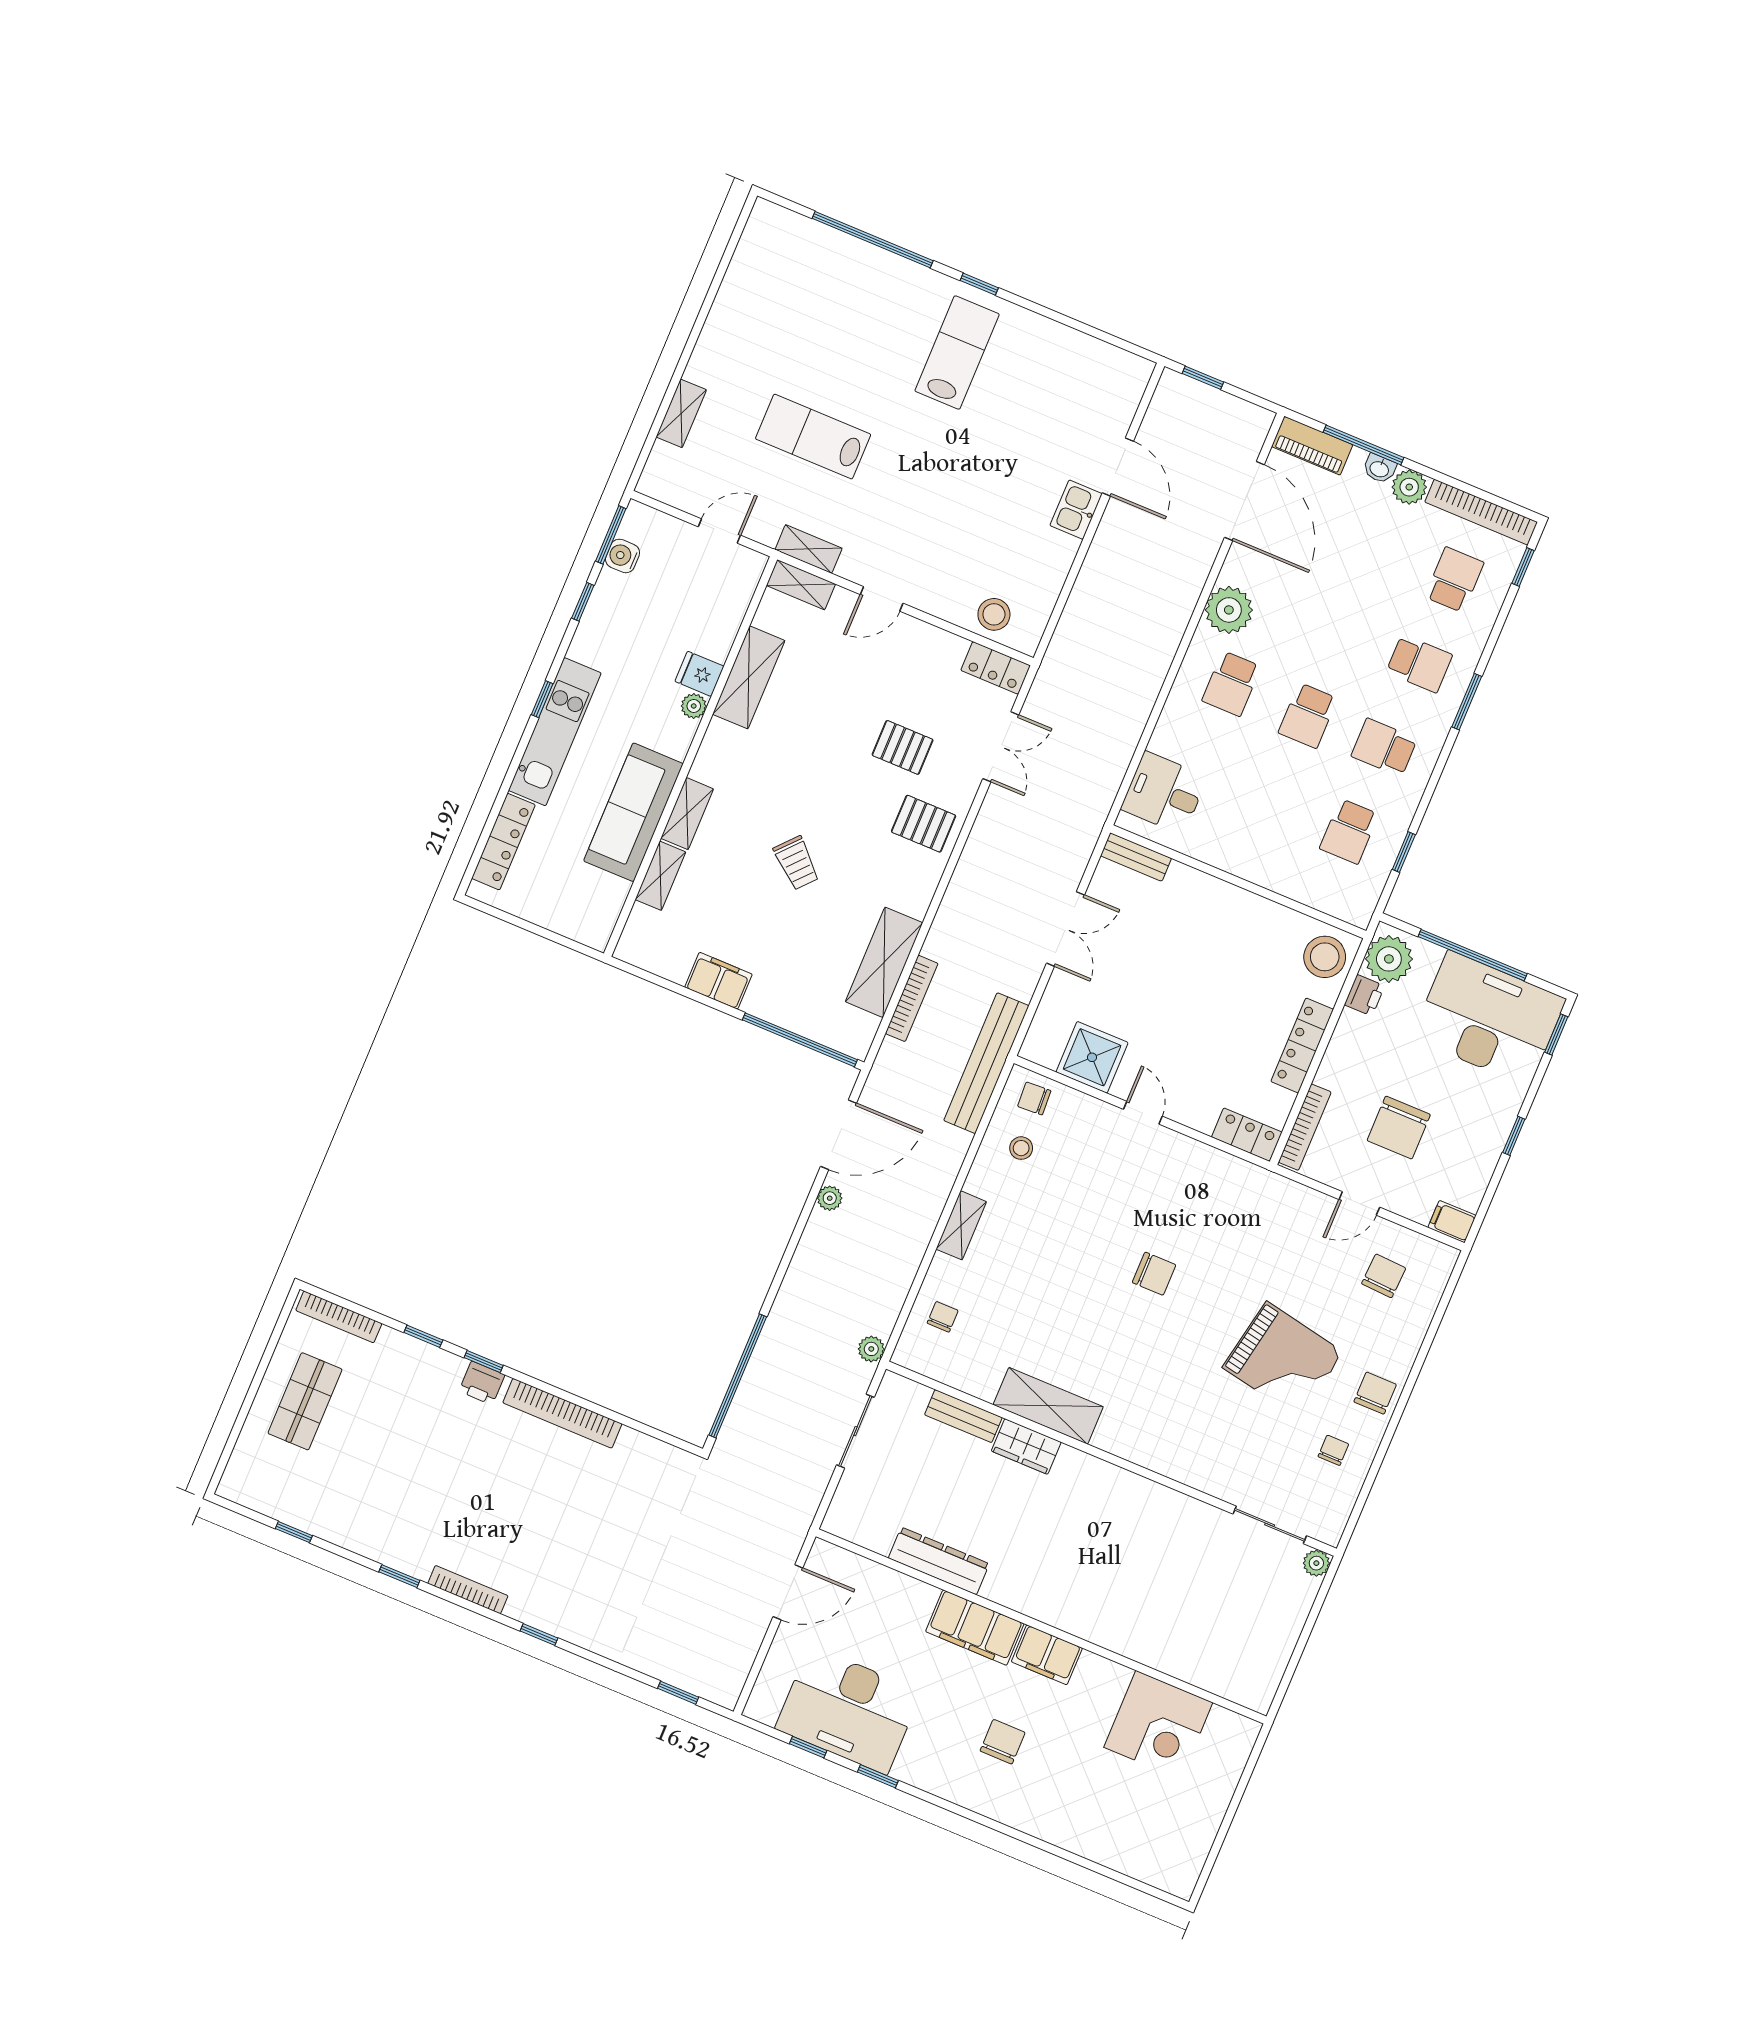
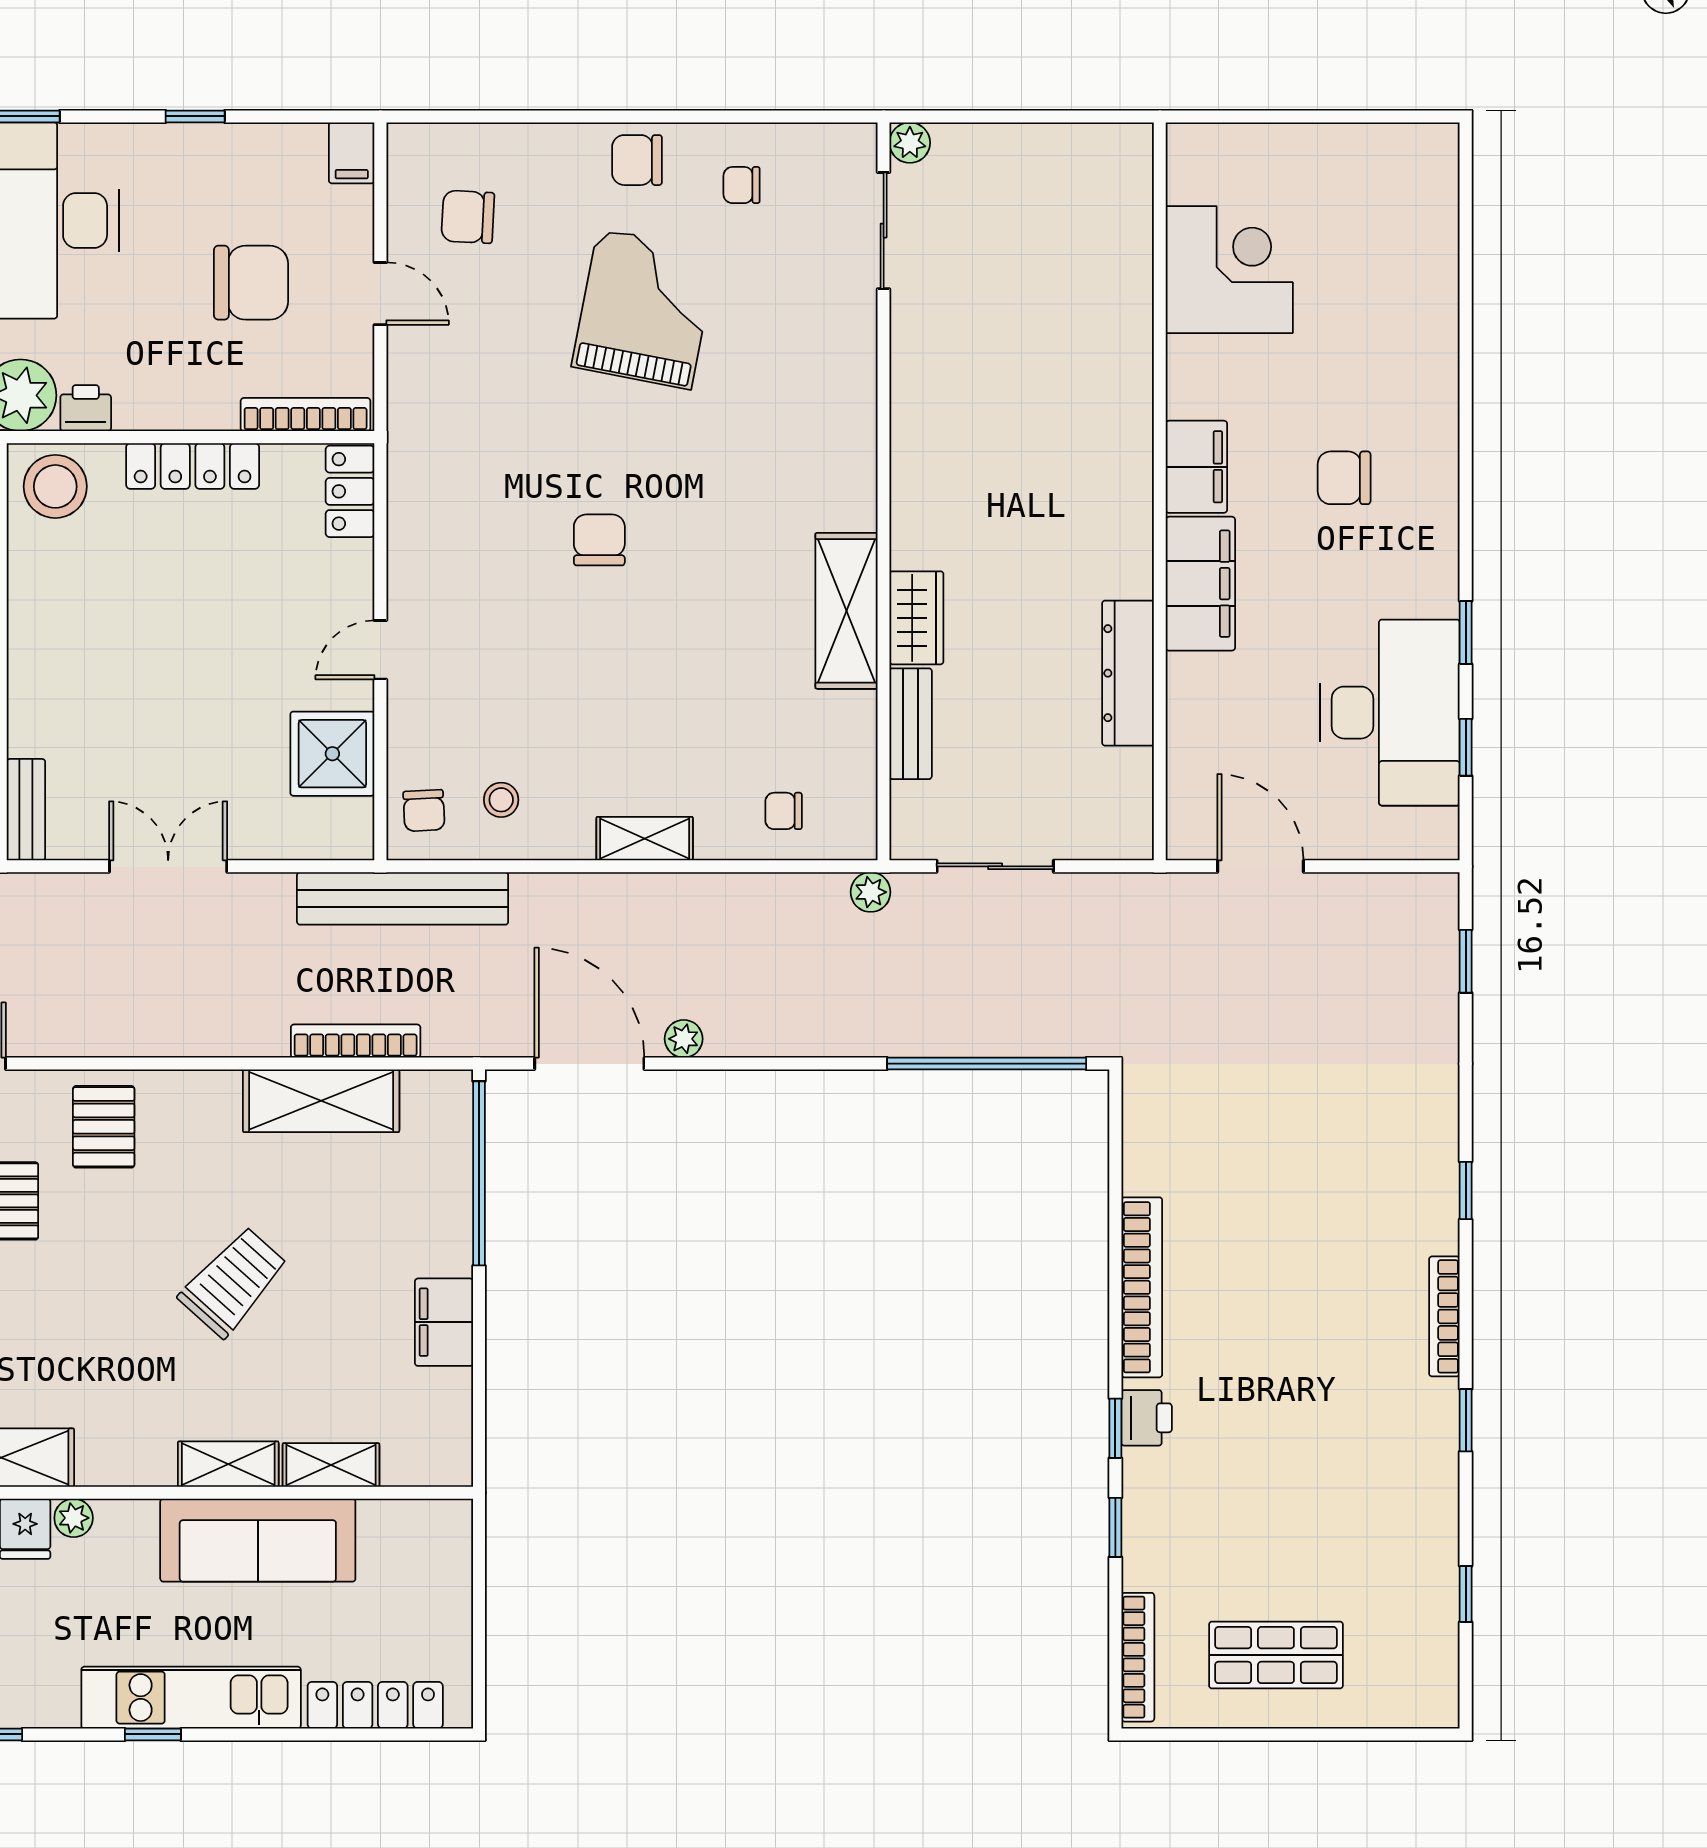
trolley: (797, 863) -> (233, 1282), width x1.36, depth x1.39

